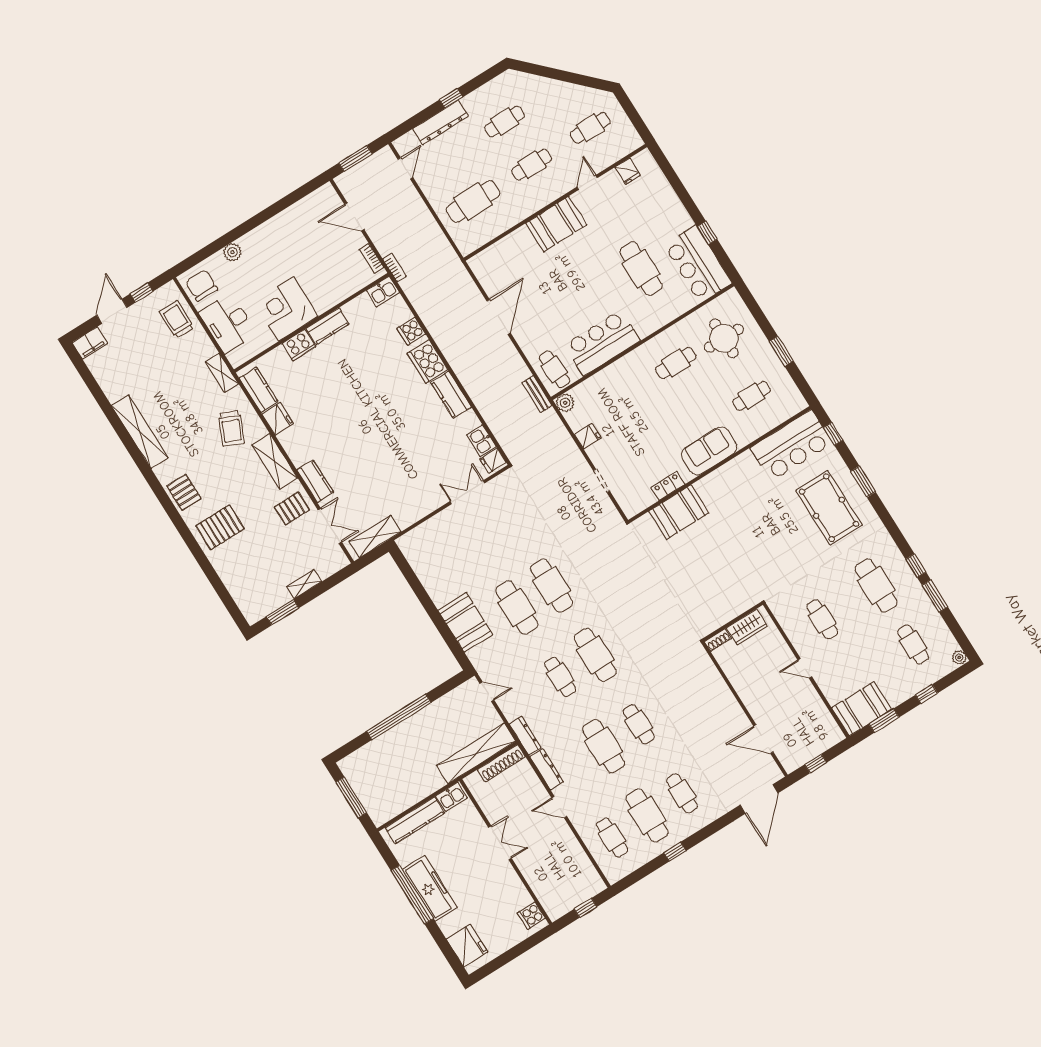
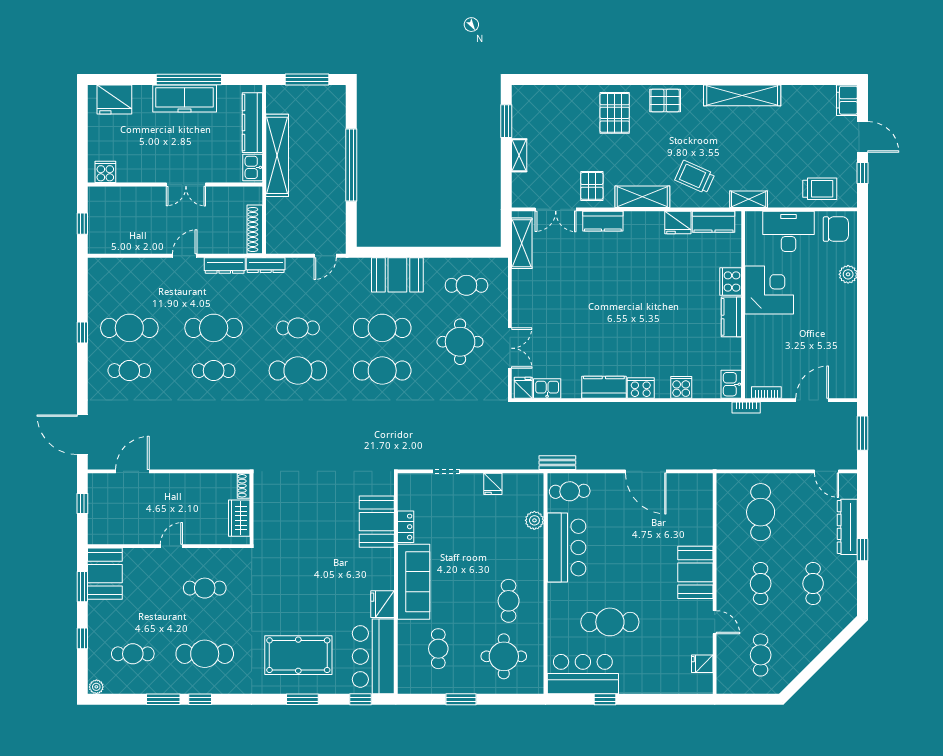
cooker: (428, 362) -> (641, 388), width x0.73, depth x0.76
plant: (565, 403) -> (534, 520), moved
sofa: (709, 451) -> (414, 582), width x1.36
fridge: (744, 465) -> (383, 604), added
round table: (488, 536) -> (460, 342), added
shelving: (476, 753) -> (277, 155), moved
cafe table: (612, 837) -> (466, 285), moved

